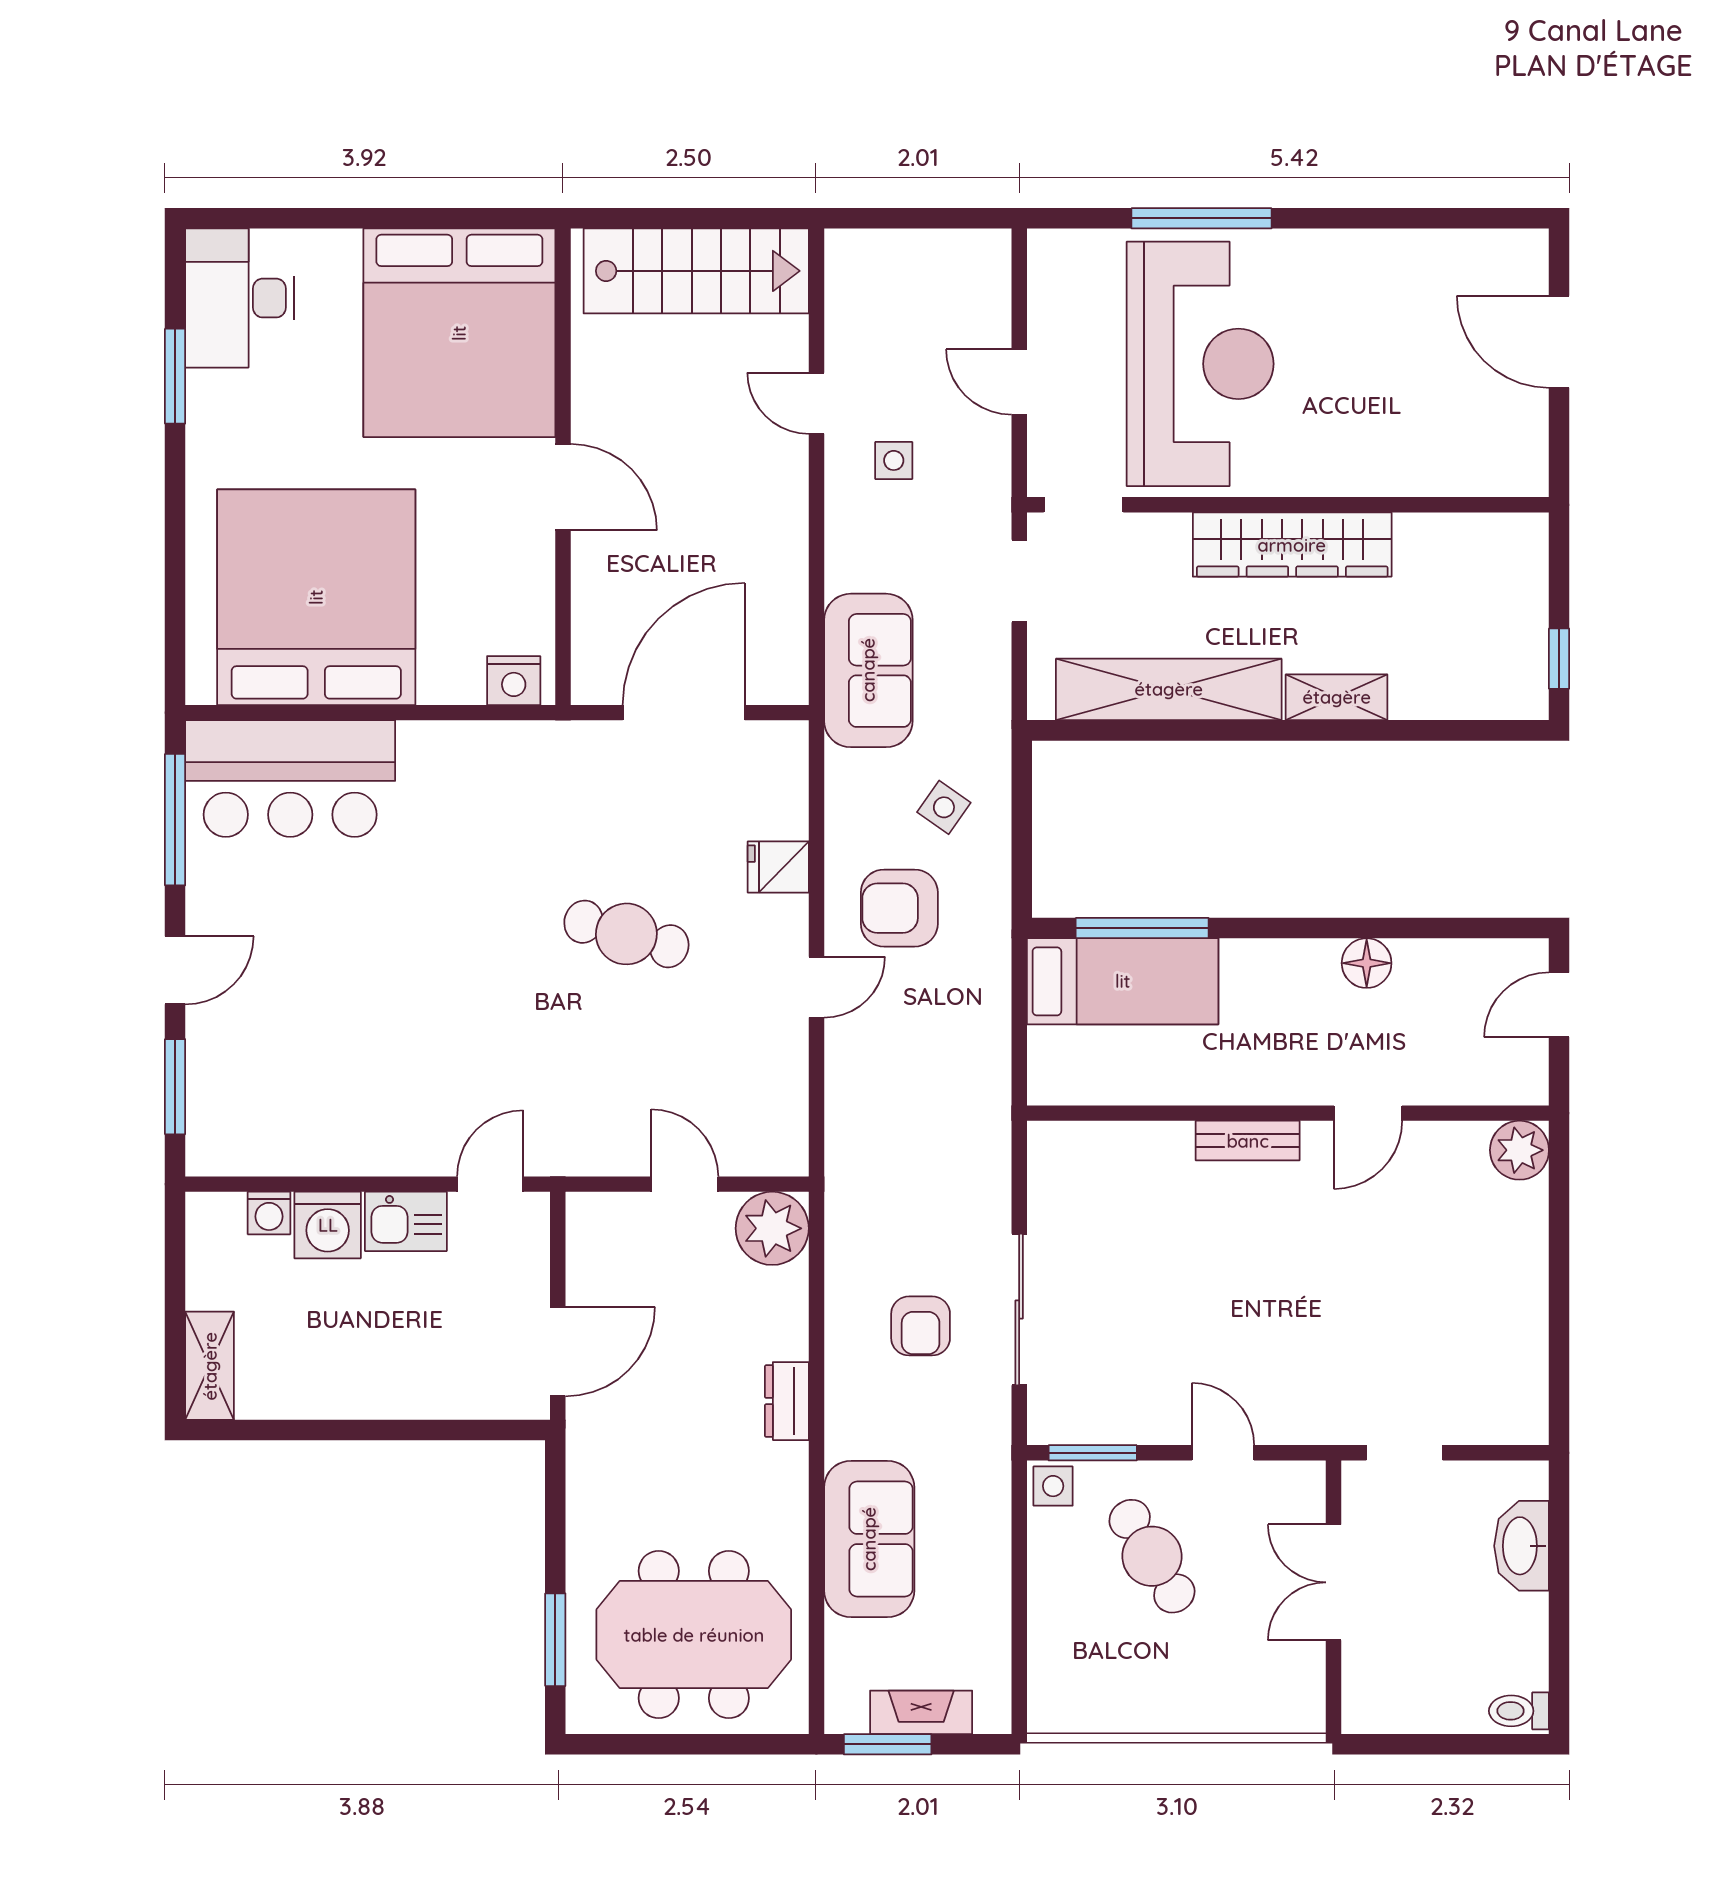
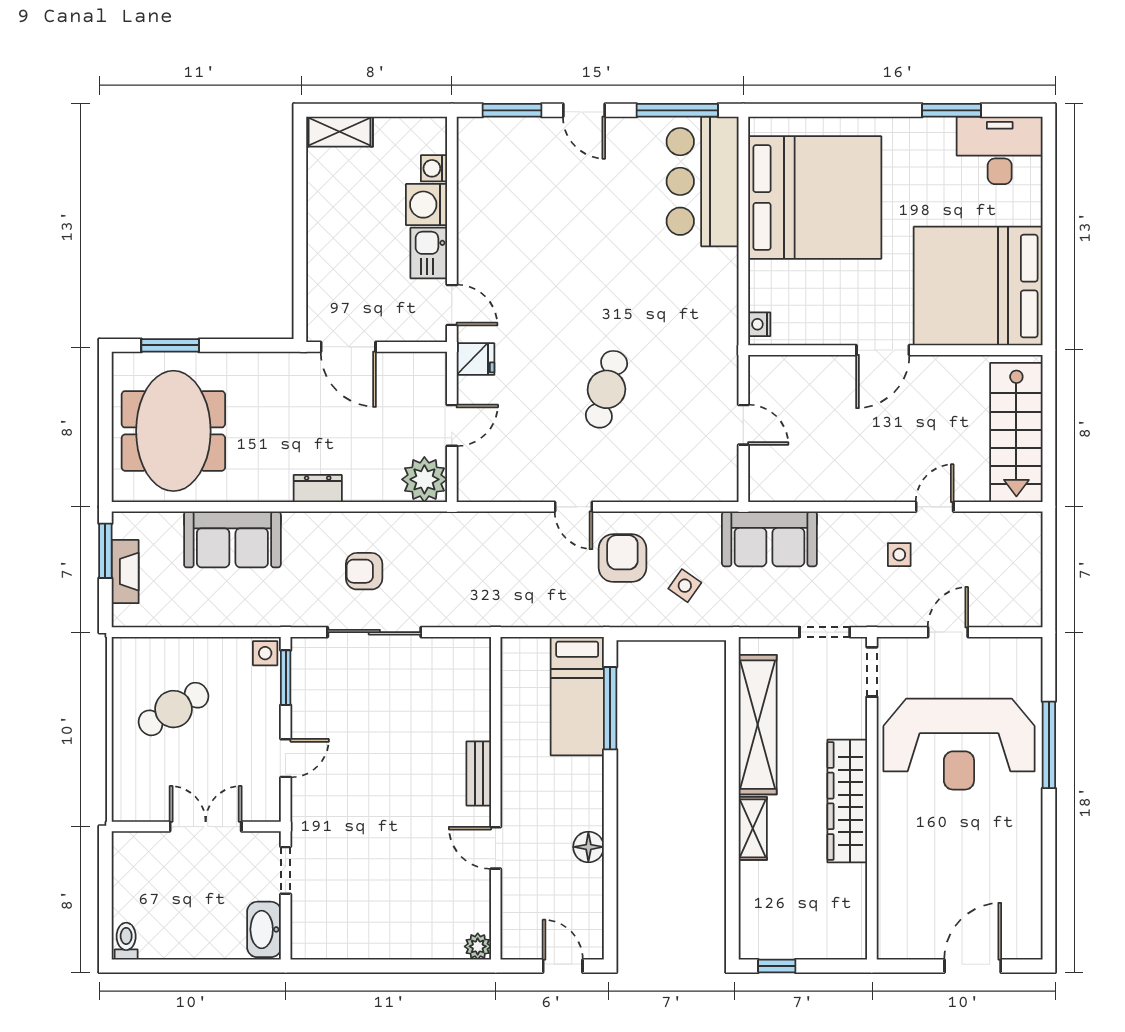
nightstand: (514, 681) -> (759, 324), width x0.72, depth x0.74
door: (684, 713) -> (743, 425), width x0.53
fridge: (778, 867) -> (475, 359), moved, turned 90
plant: (1519, 1150) -> (478, 946), width x0.73, depth x0.73
washbasin: (1522, 1546) -> (264, 929), moved, turned -90
cafe table: (1152, 1556) -> (173, 709), moved

